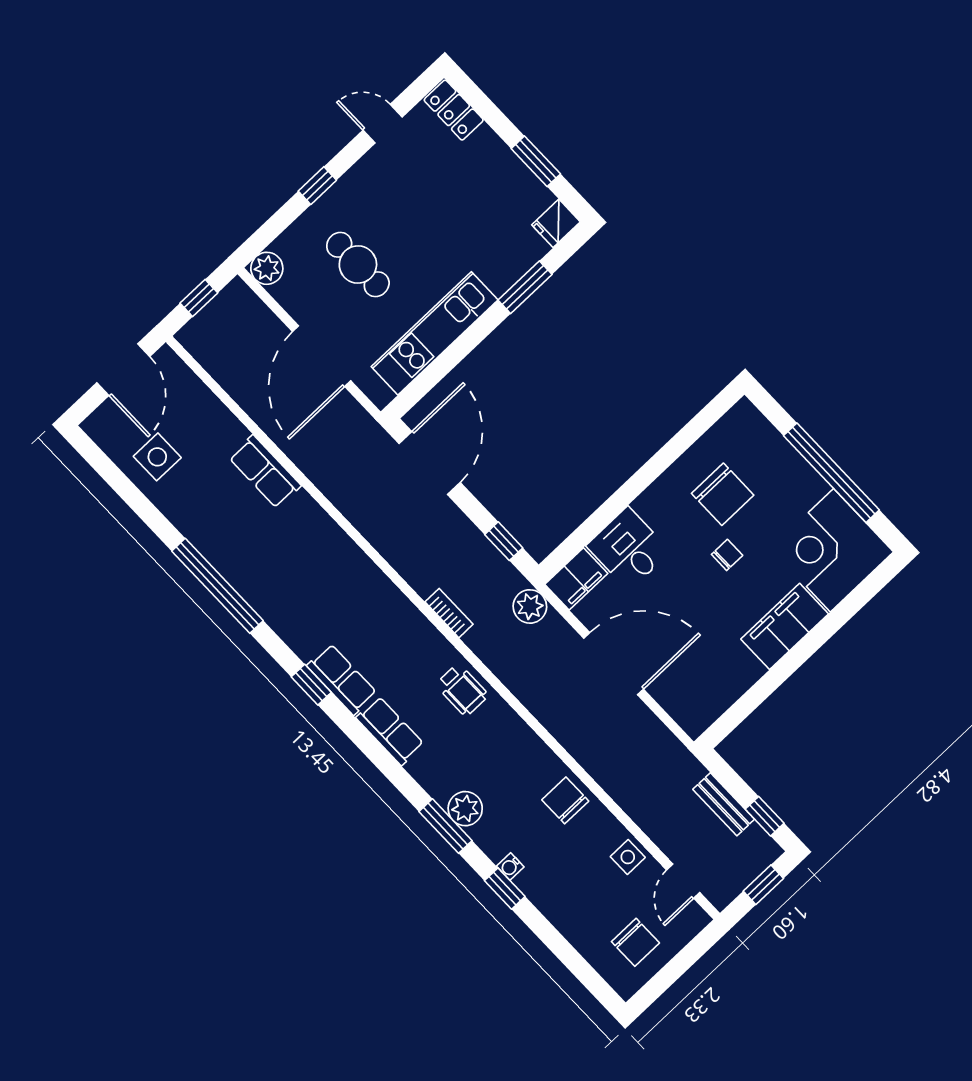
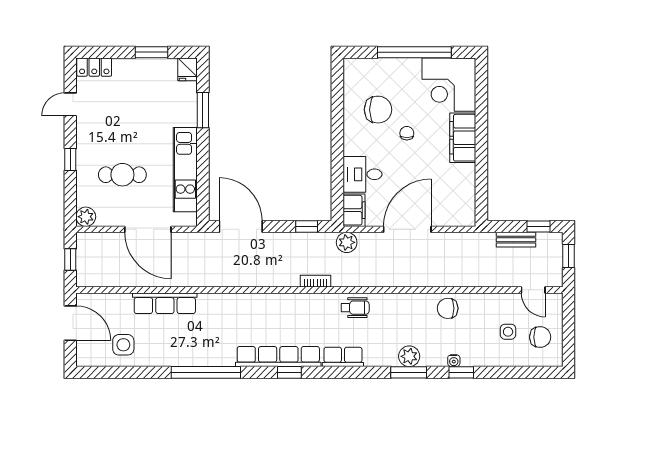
row of seats: (265, 472) -> (165, 303), width x1.48
row of seats: (342, 679) -> (278, 357), width x2.02
side table: (628, 857) -> (508, 332), moved

